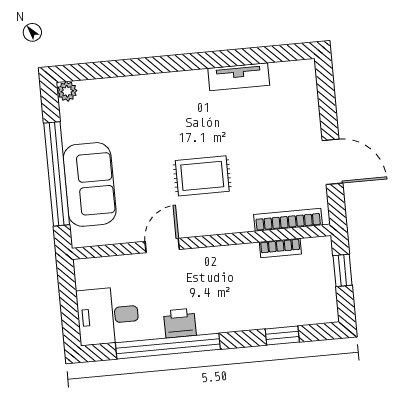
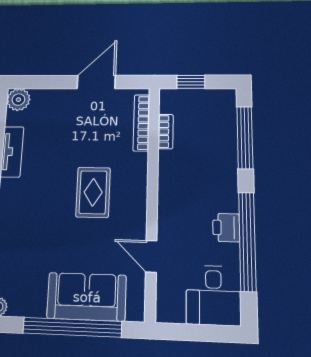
plant: (302, 73) -> (18, 100), added
door: (162, 245) -> (151, 256), moved
window: (282, 335) -> (245, 137), width x2.17

